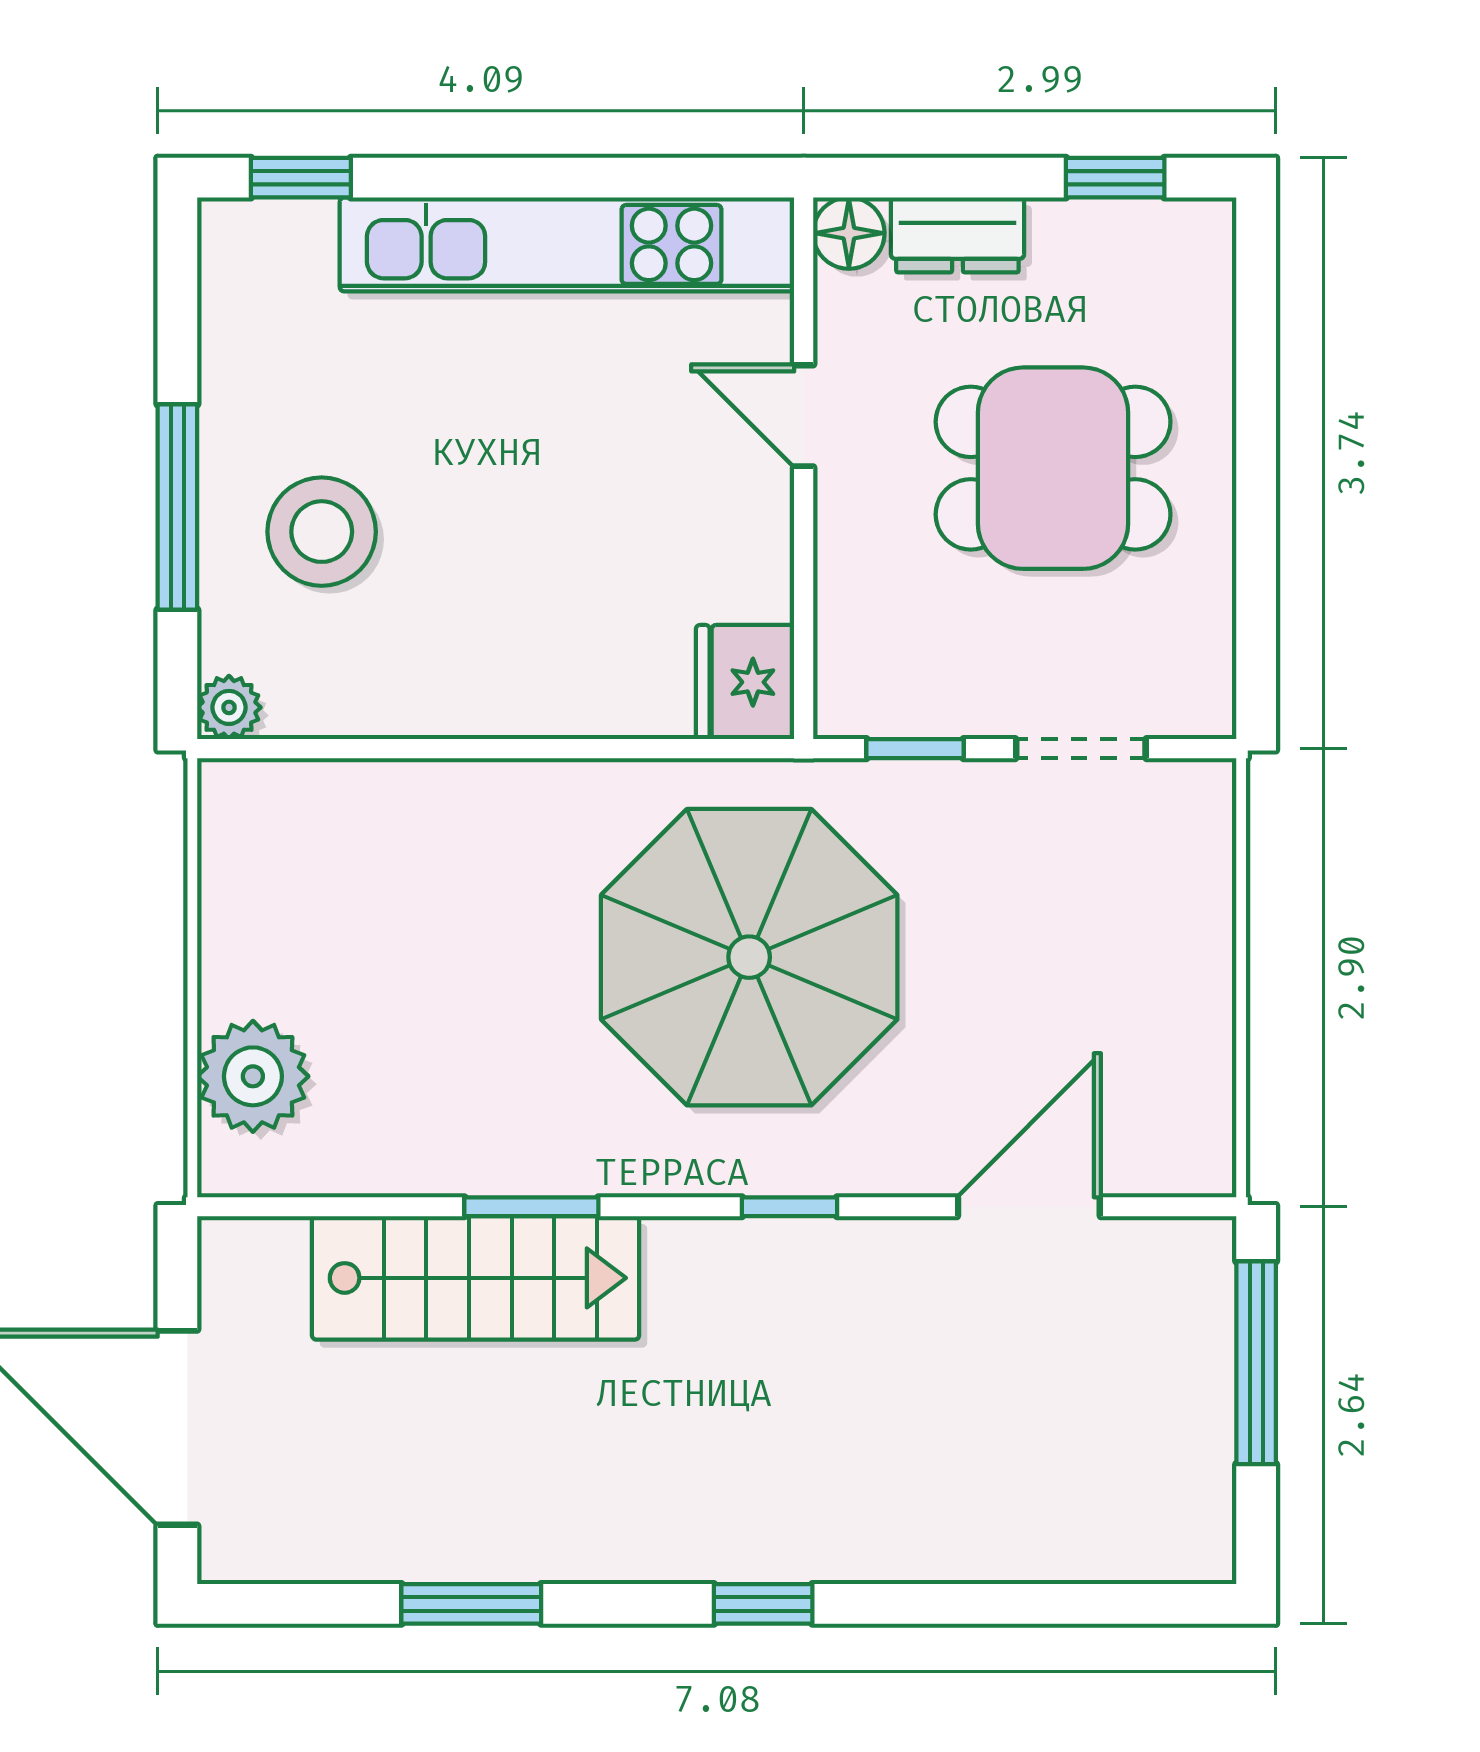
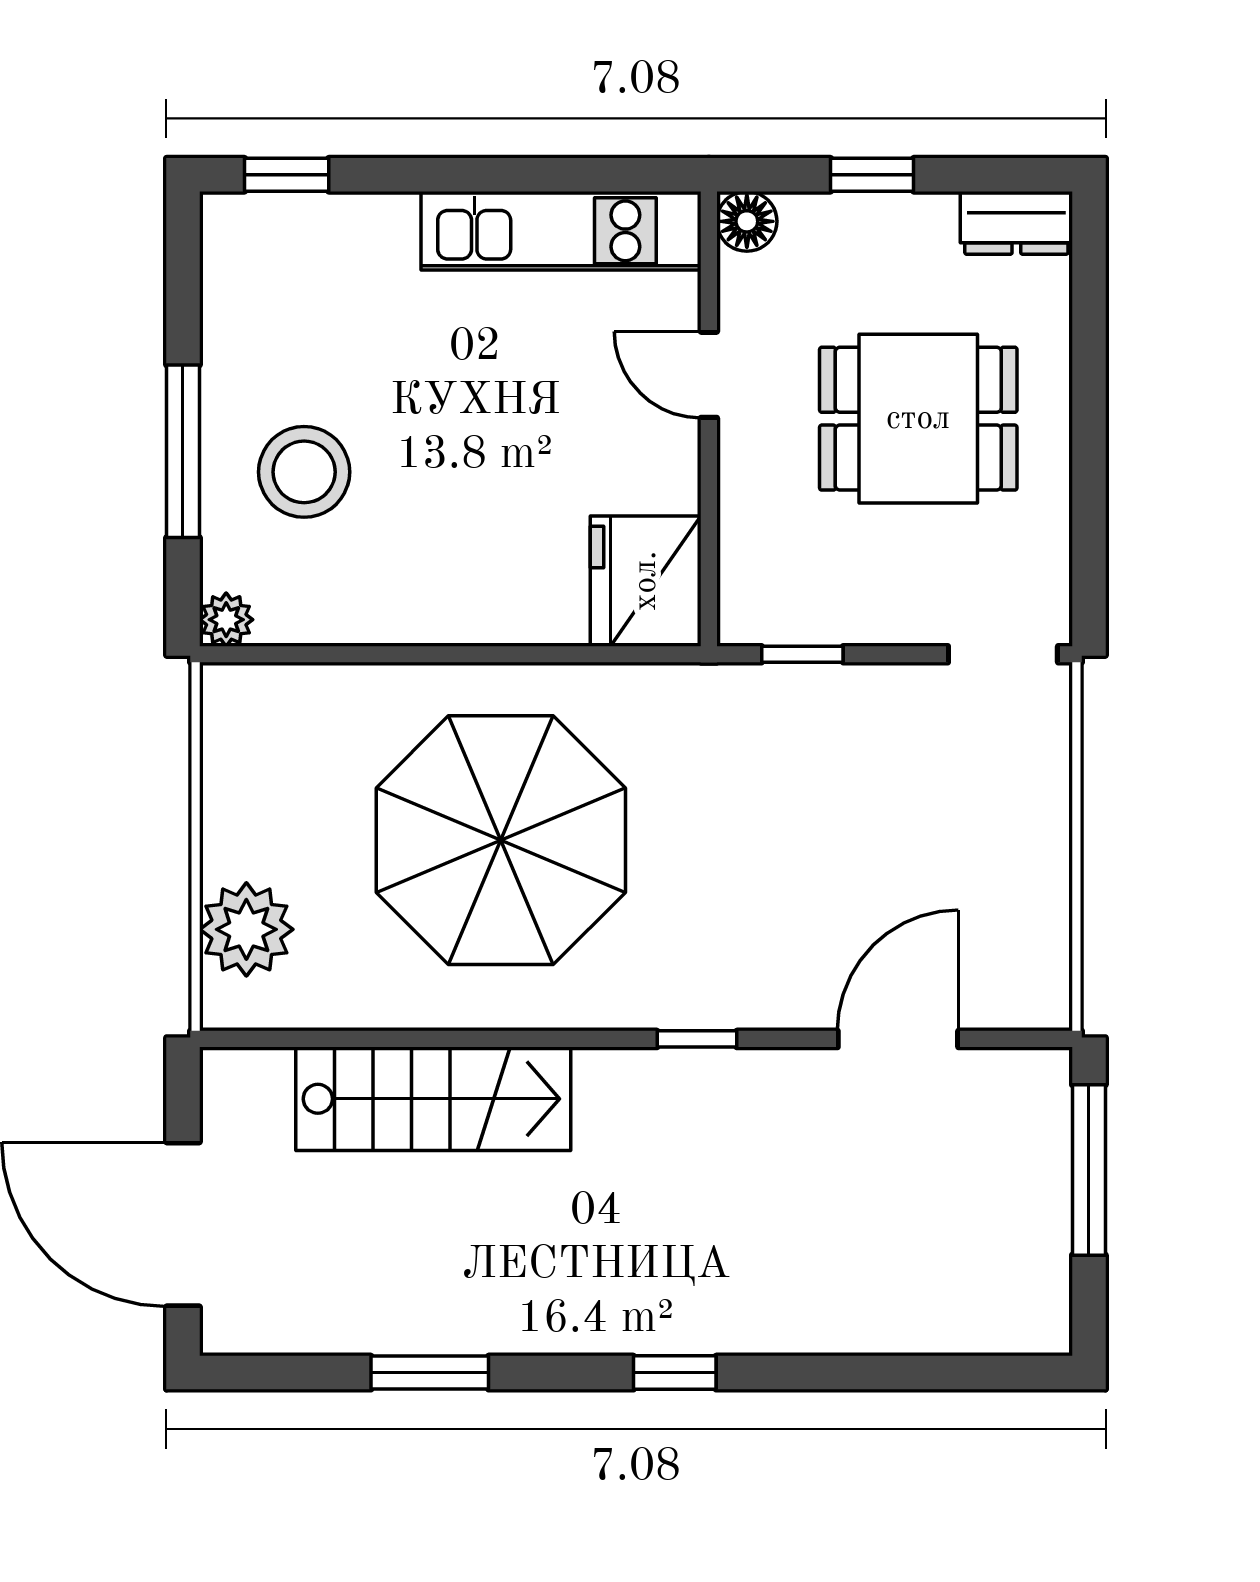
window: (1115, 178) -> (872, 175), moved
dresser: (957, 235) -> (1016, 223), moved
kitchen unit: (567, 244) -> (561, 231), width x0.73
fridge: (745, 682) -> (646, 581), width x1.36, depth x1.34
doorway: (1081, 749) -> (1003, 654), moved
parasol: (749, 957) -> (501, 840), moved
window: (531, 1207) -> (480, 1039), removed

